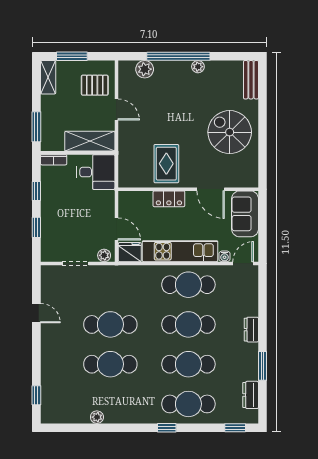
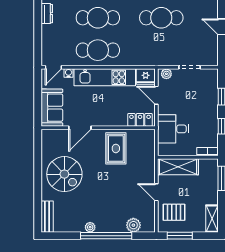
window: (72, 56) -> (180, 236), moved
desk: (96, 172) -> (173, 129), moved
door: (211, 189) -> (80, 128), swing flipped
locker: (169, 199) -> (140, 120), moved

